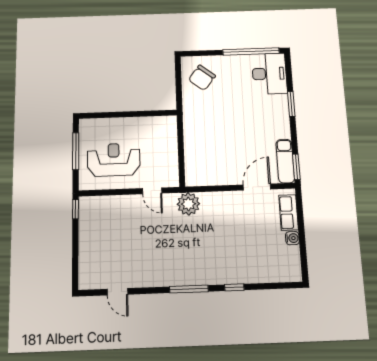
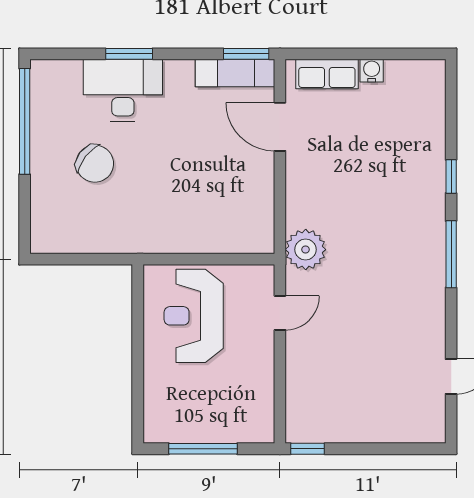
desk: (269, 74) -> (123, 90), moved
chair: (202, 78) -> (95, 164), moved
reception desk: (114, 160) -> (194, 316), moved

